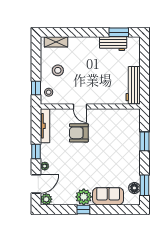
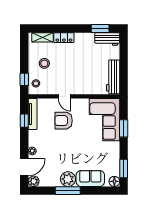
locker: (79, 42) -> (64, 38), added
workbench: (113, 44) -> (107, 39), moved
corner sofa: (124, 132) -> (104, 120), added
window: (36, 152) -> (24, 121), moved
floor lamp: (134, 188) -> (114, 181), moved
window: (83, 209) -> (68, 191), width x2.17

